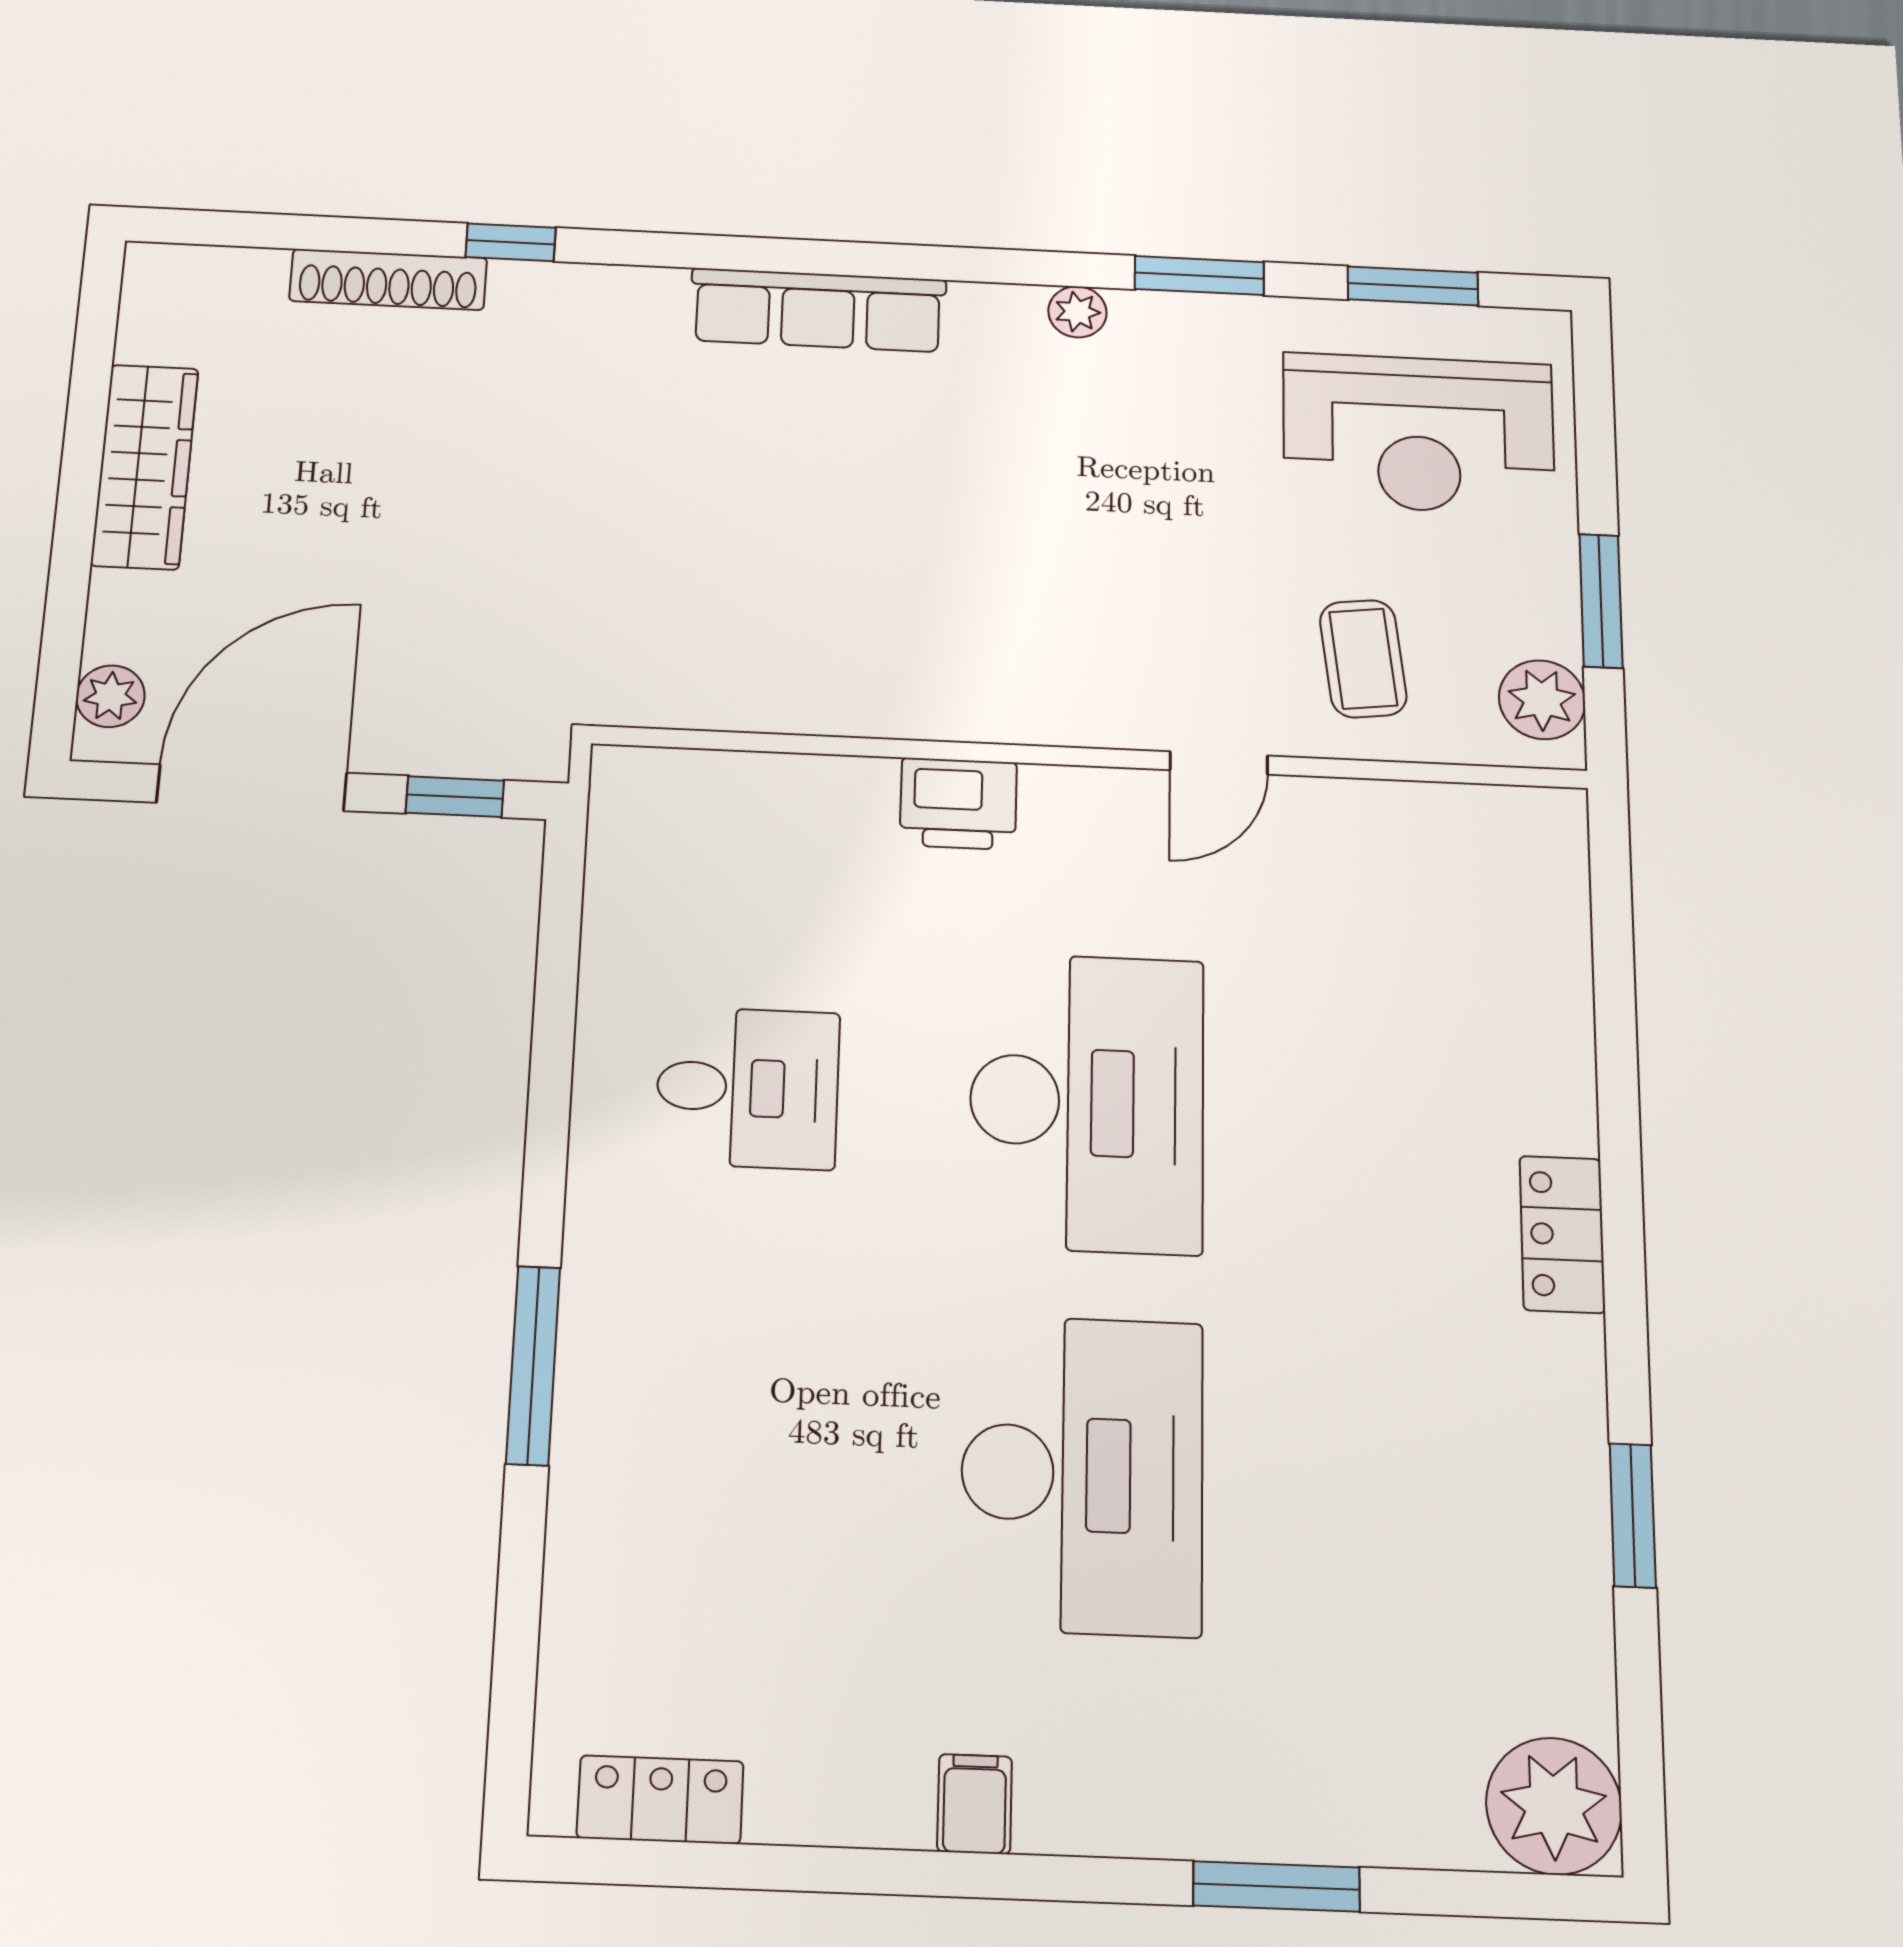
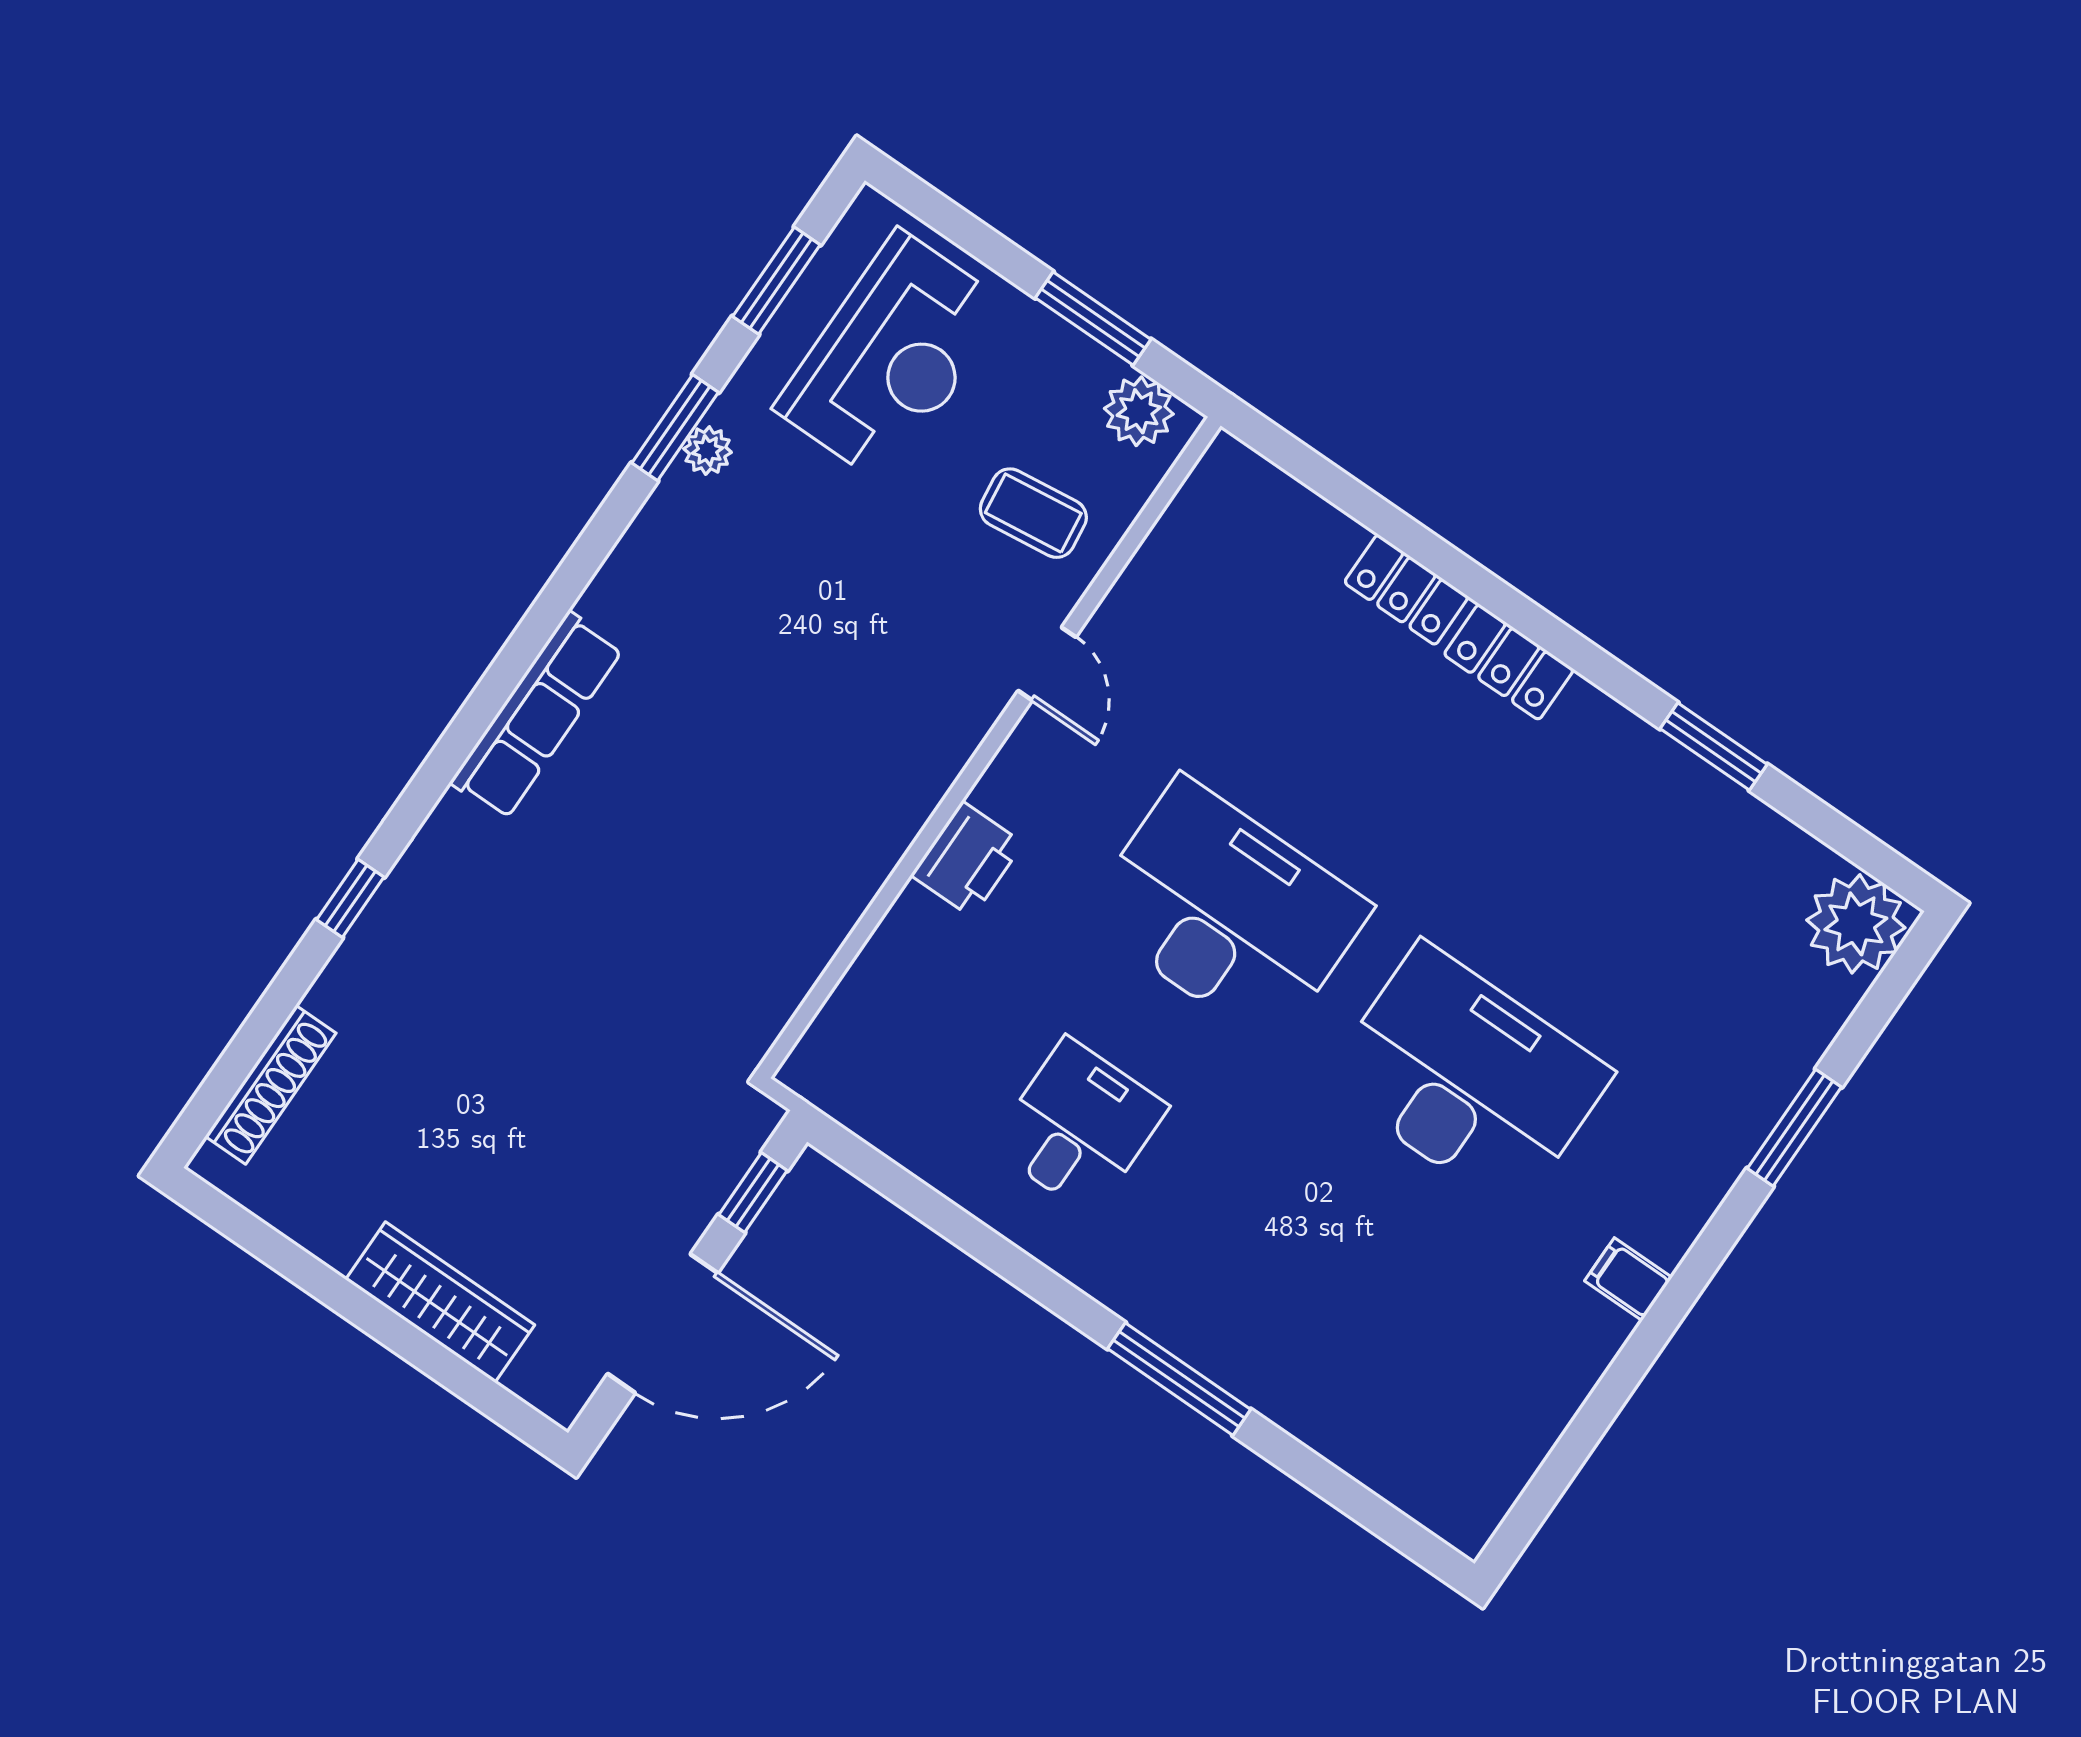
shoe rack: (388, 279) -> (271, 1085), moved
plant: (1077, 312) -> (708, 451), moved
wardrobe: (145, 467) -> (440, 1302), moved
plant: (110, 696) -> (536, 1379), removed
door: (252, 788) -> (663, 1323), swing flipped
locker: (660, 1800) -> (1406, 590), moved, turned -90

